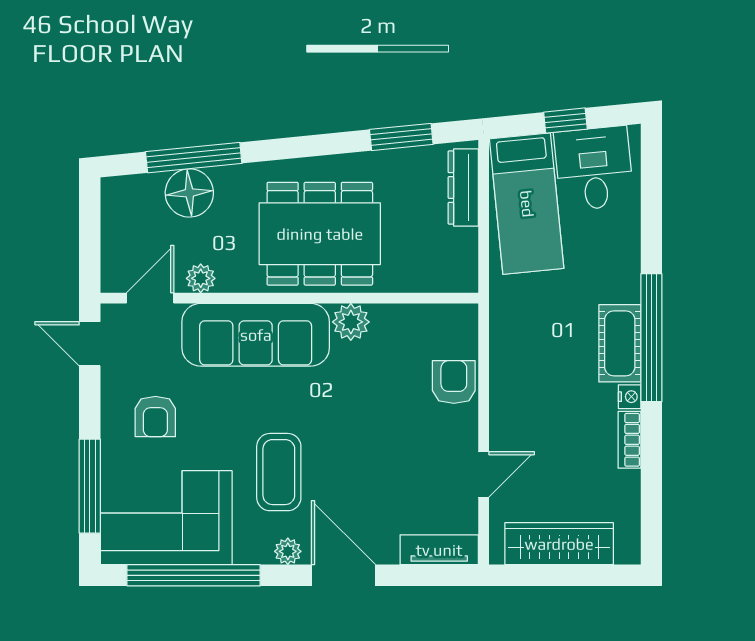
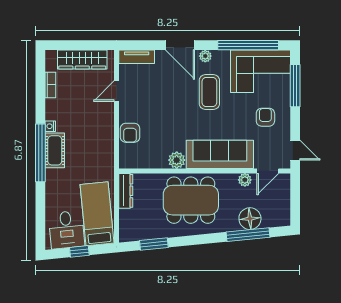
dresser: (463, 188) -> (126, 191), moved
bookcase: (629, 440) -> (50, 85), moved

